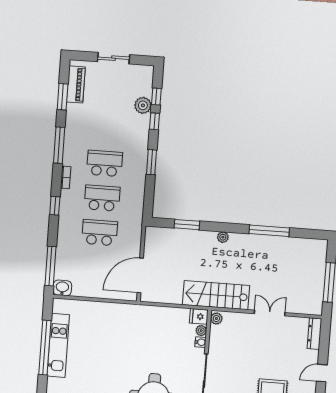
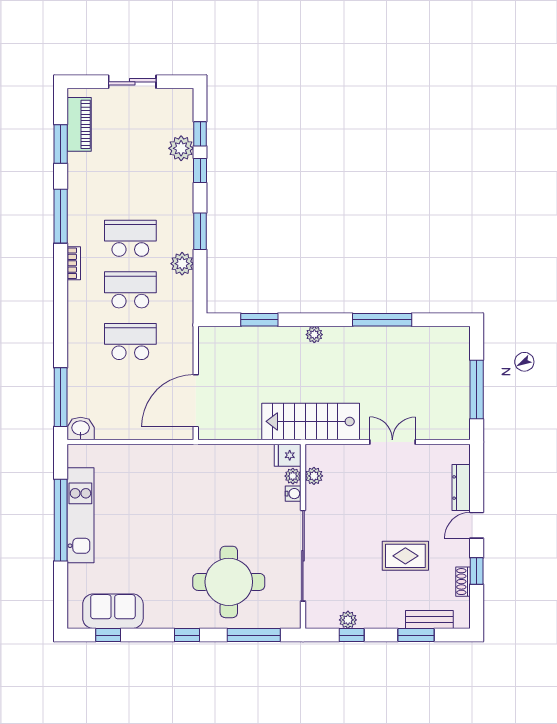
plant: (138, 183) -> (182, 264), added
window: (55, 206) -> (61, 307), removed
plant: (216, 319) -> (314, 476), moved
dresser: (314, 334) -> (461, 488), moved

